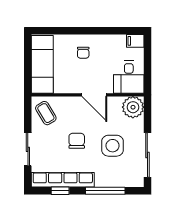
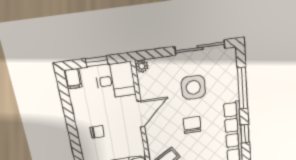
window: (147, 64) -> (97, 61), added
plant: (133, 107) -> (142, 66), width x0.53, depth x0.53
chair: (77, 141) -> (192, 125), turned 90

